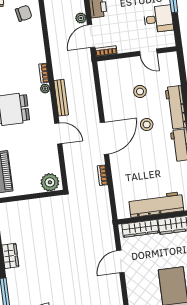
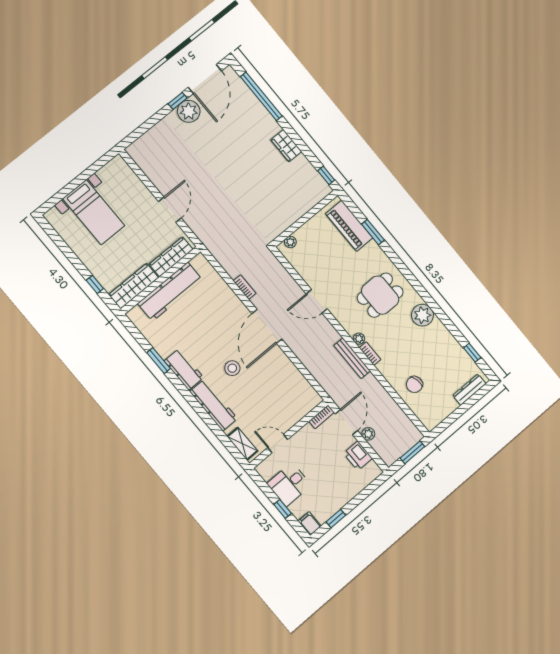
chair: (24, 13) -> (414, 384), moved
shelving: (173, 68) -> (242, 444), added
stool: (140, 91) -> (261, 398), removed
bench: (61, 98) -> (352, 358), moved
plant: (50, 182) -> (290, 242), width x0.53, depth x0.53

